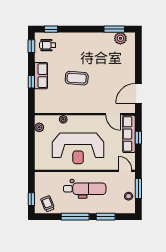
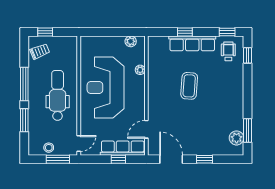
window: (138, 65) -> (205, 159), added
row of seats: (41, 76) -> (192, 43), width x1.48
dental chair: (85, 189) -> (58, 95), turned 180

